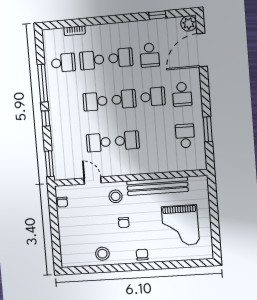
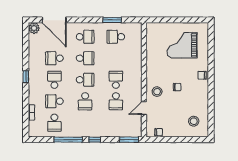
window: (157, 15) -> (26, 77), moved
school desk: (150, 55) -> (54, 58), turned 180
school desk: (92, 60) -> (54, 101), turned 90
school desk: (63, 63) -> (54, 123), turned 180
school desk: (153, 97) -> (85, 58), turned 90
school desk: (124, 99) -> (85, 80), turned 90
bench: (157, 186) -> (152, 60), removed
grand piano: (180, 225) -> (182, 45), turned 180
stool: (102, 254) -> (194, 121), moved

